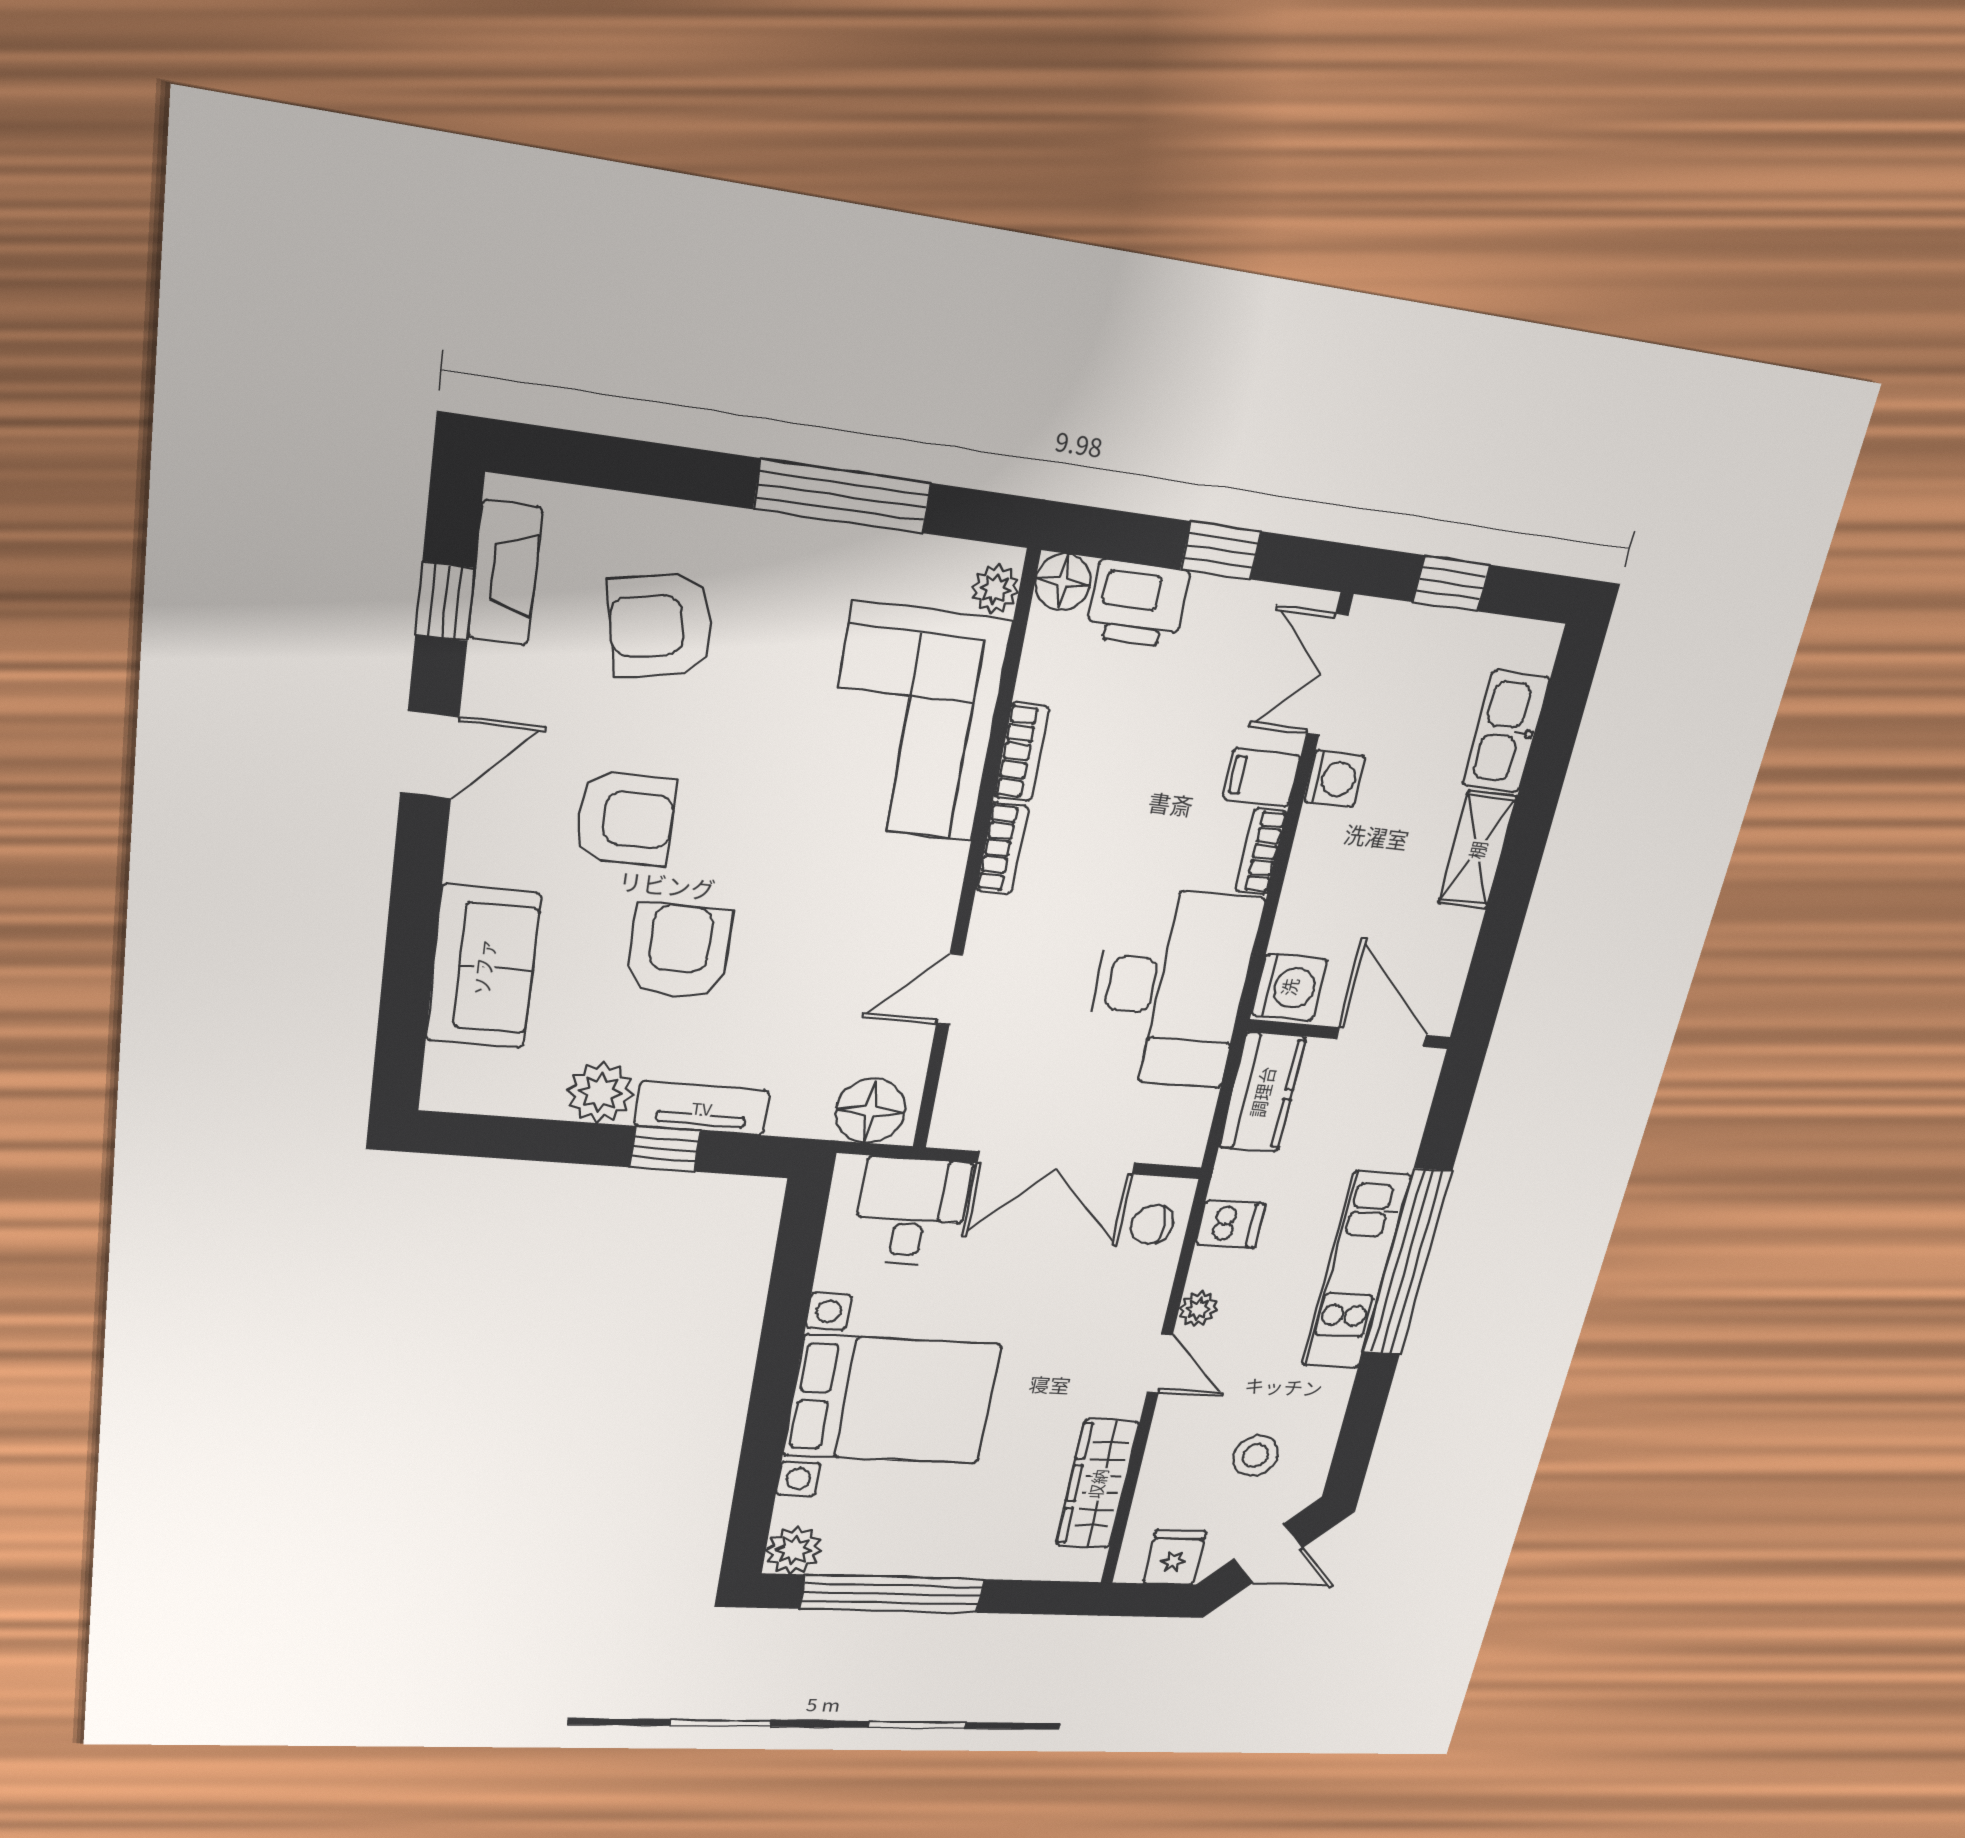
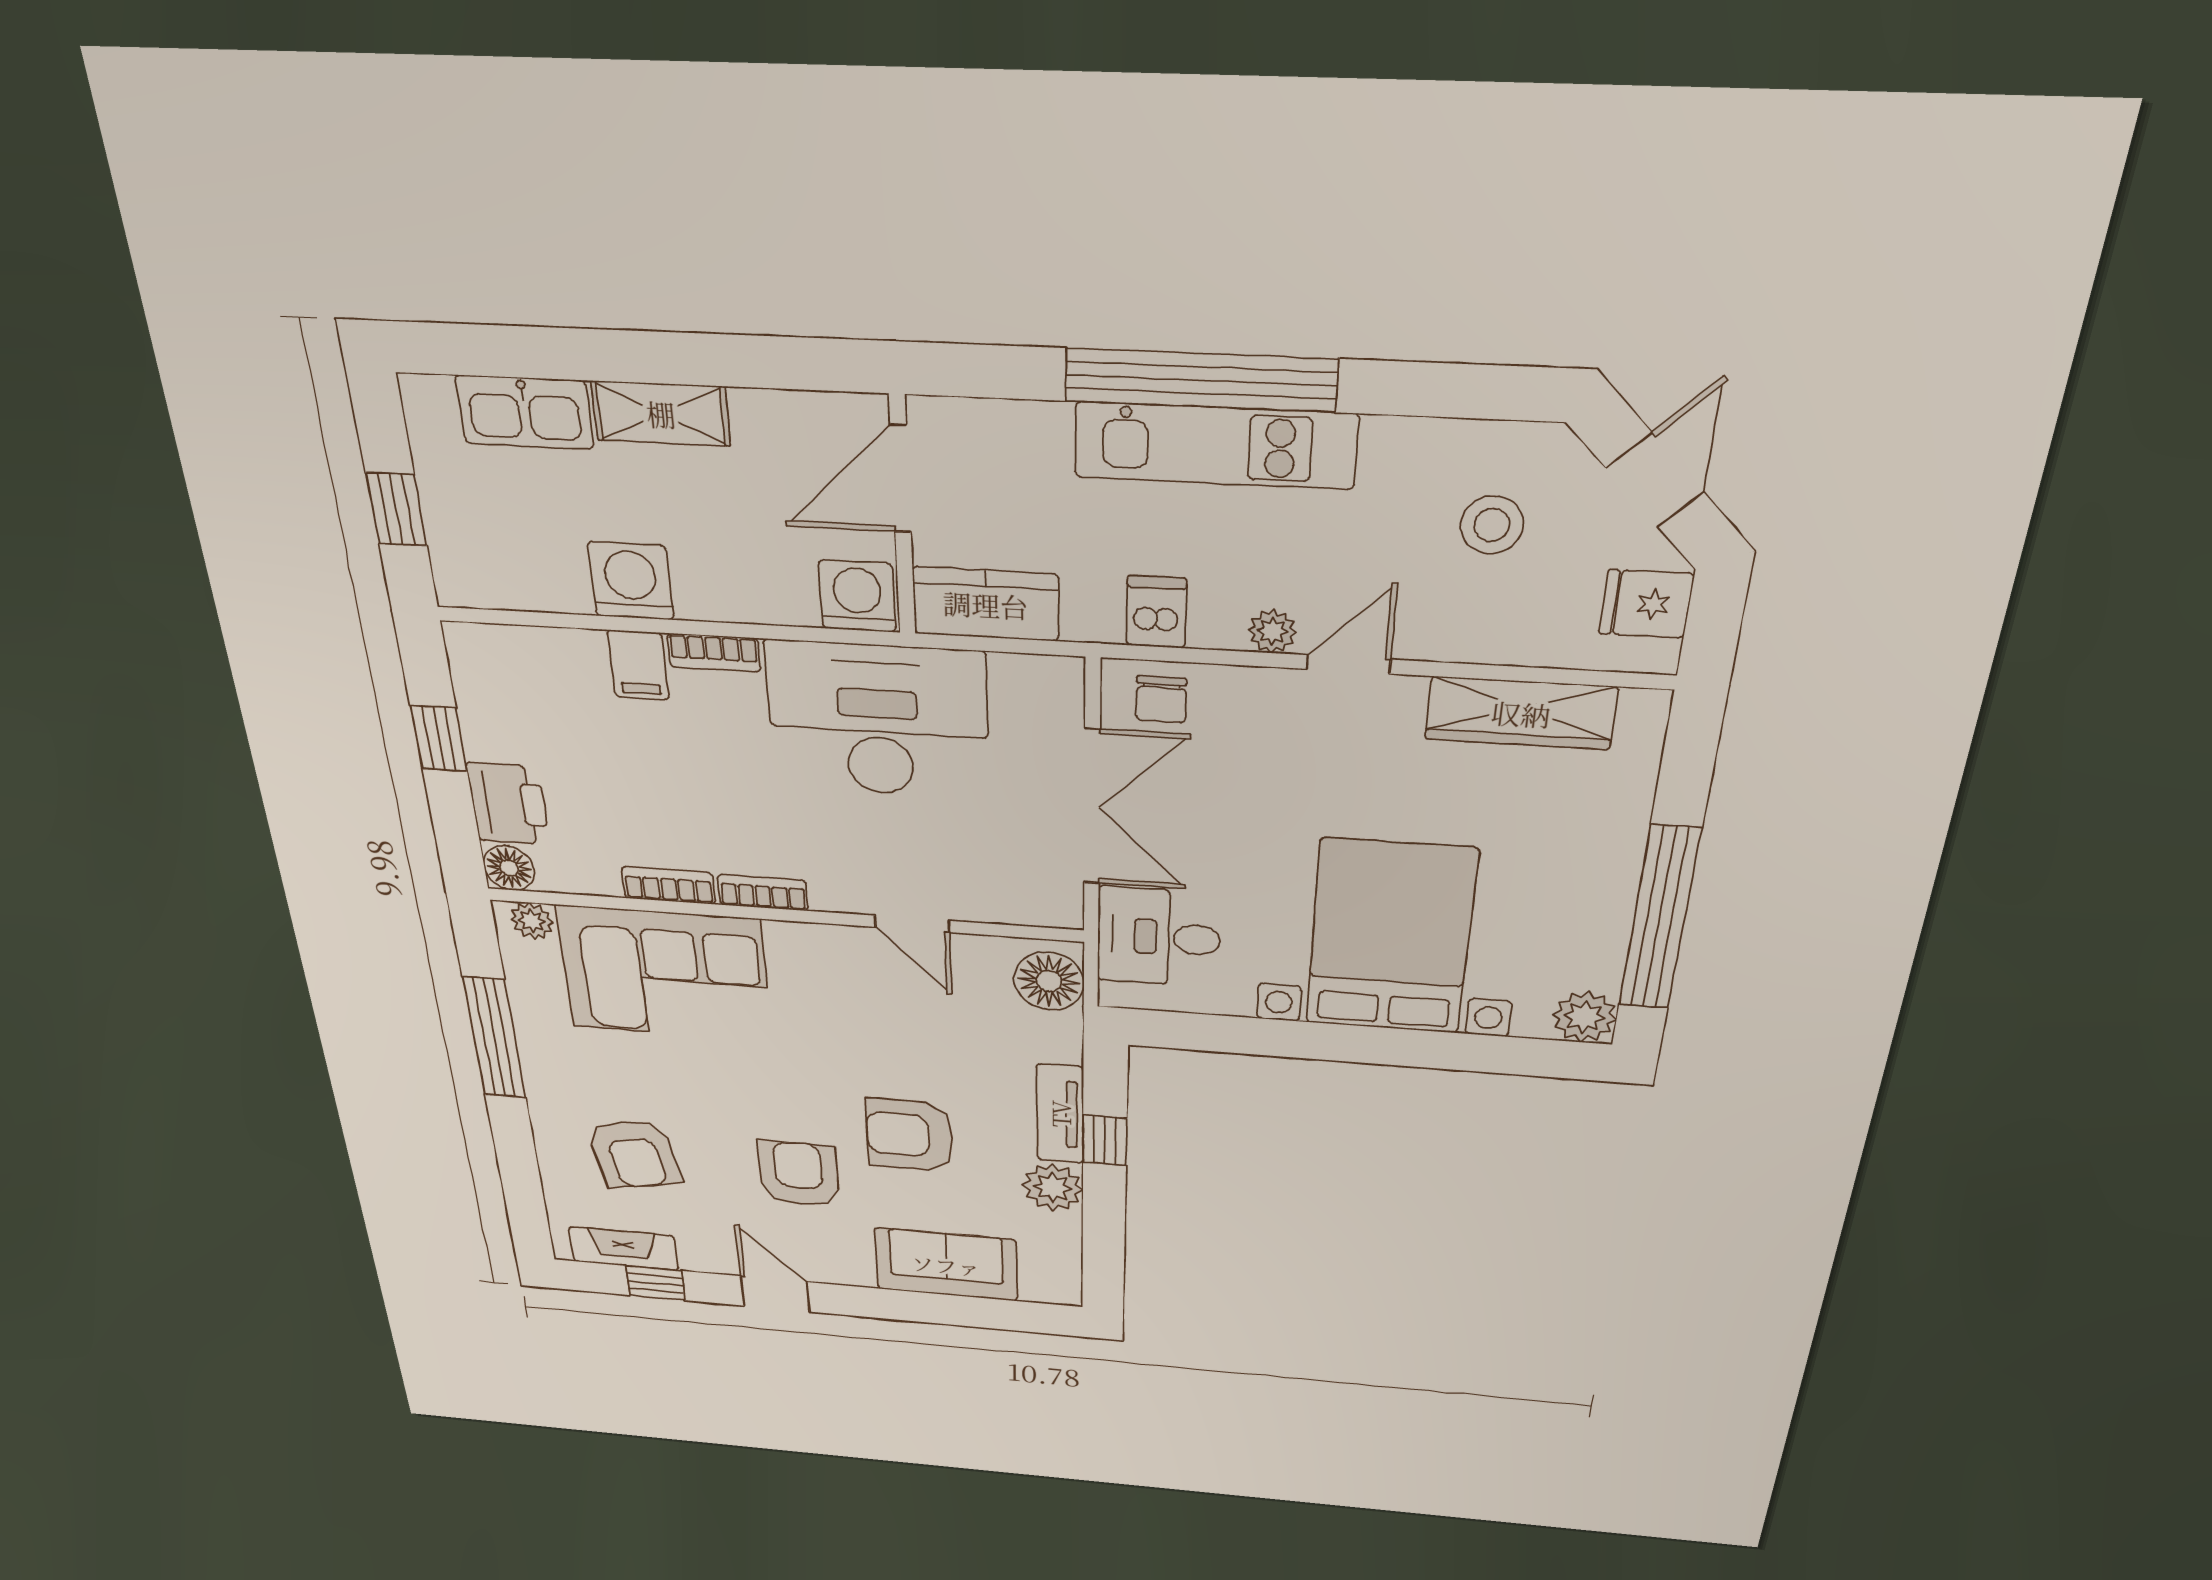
double door: (1327, 675) -> (521, 618), removed
washing machine: (1334, 779) -> (631, 581), width x1.38, depth x1.38

